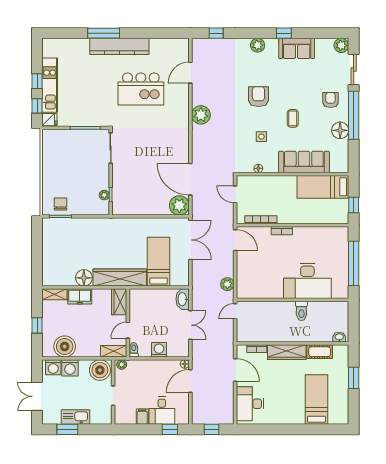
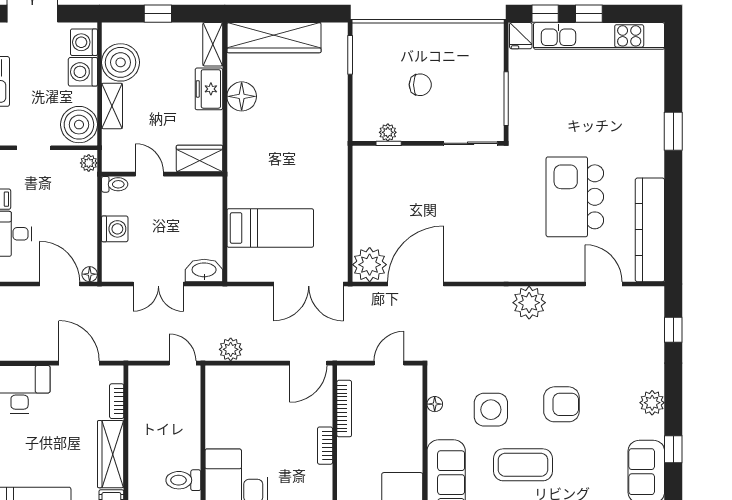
window: (104, 33) -> (673, 131), width x0.69
kitchen counter: (119, 46) -> (650, 230), moved
kitchen unit: (50, 85) -> (599, 36), width x1.36
coffee table: (293, 118) -> (523, 465), width x1.86, depth x1.72
side table: (261, 137) -> (491, 410), width x1.87, depth x1.87
chair: (61, 204) -> (420, 85), moved
wardrobe: (120, 278) -> (274, 38), moved, turned 90
shelving: (114, 351) -> (112, 106), moved
door: (235, 370) -> (79, 363), swing flipped

